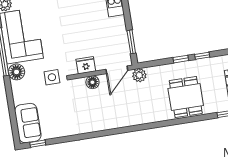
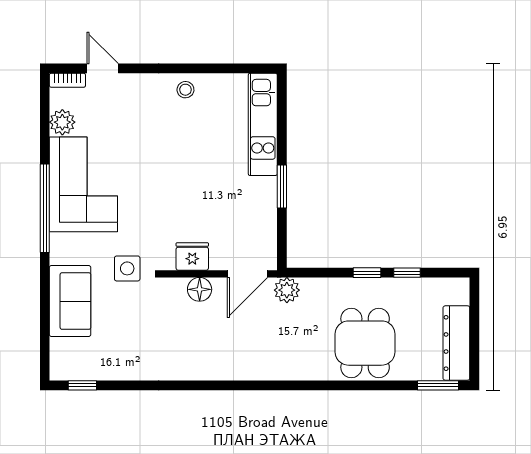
window: (131, 42) -> (282, 187), moved
floor lamp: (17, 72) -> (64, 249), removed
sofa: (28, 123) -> (70, 301), moved

